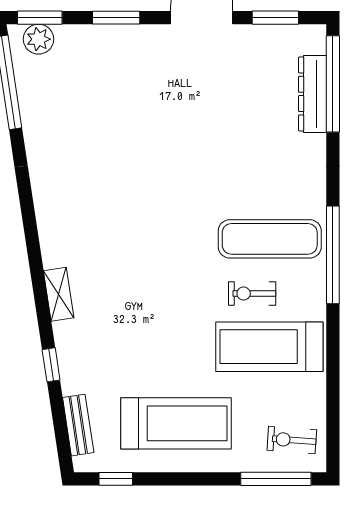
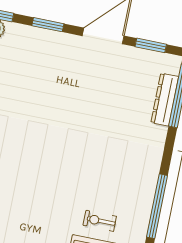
exercise mat: (270, 239) -> (118, 188), removed

